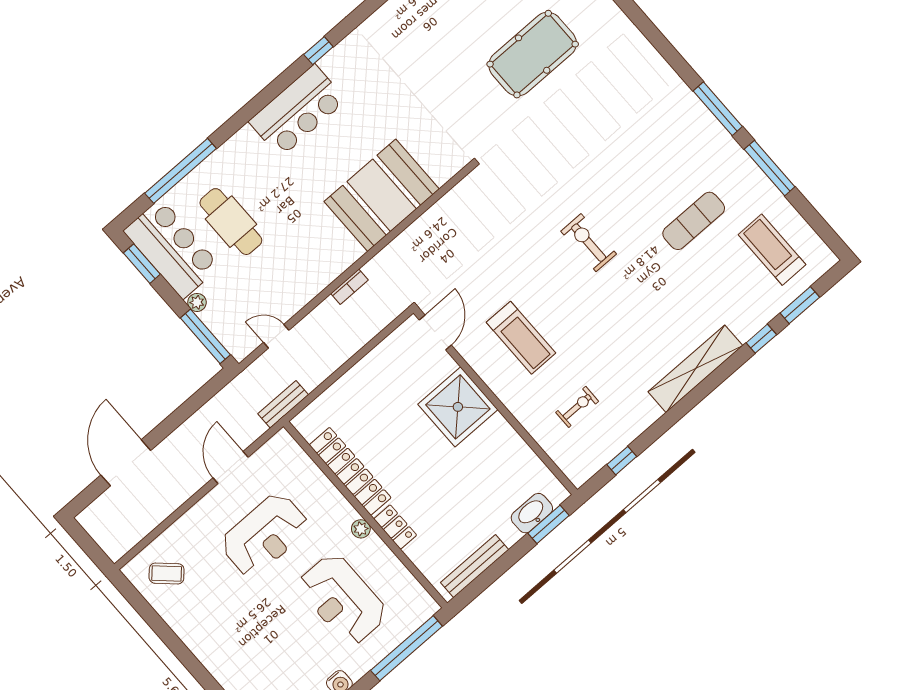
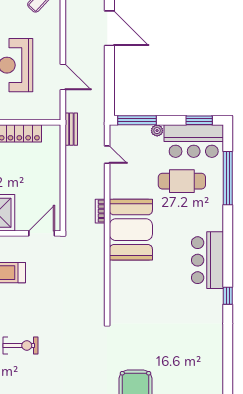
booth: (382, 195) -> (131, 230), moved
door: (435, 332) -> (42, 233), swing flipped
door: (276, 336) -> (107, 155), hinge flipped

